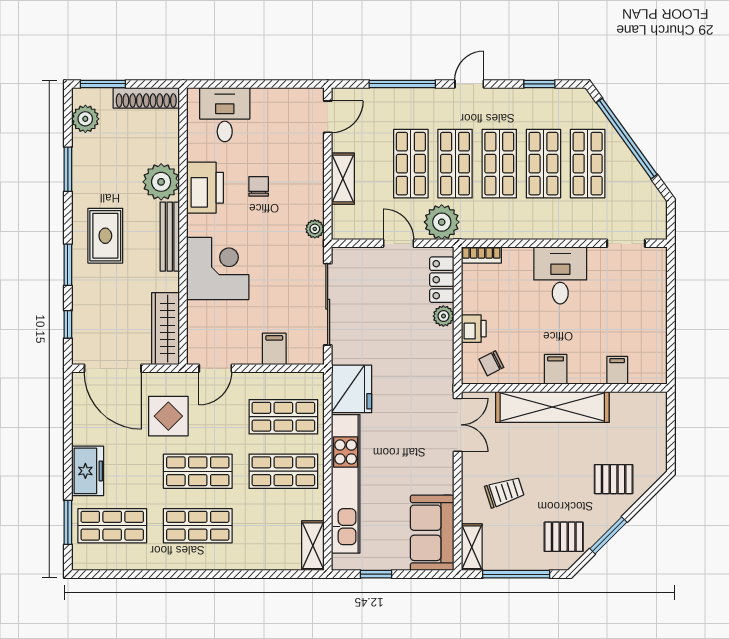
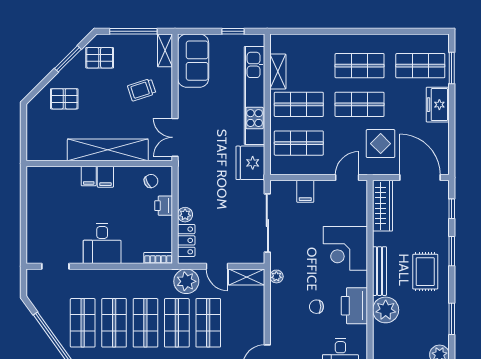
shelving: (343, 179) -> (247, 277), moved, turned 90
chair: (259, 186) -> (316, 307), turned 90
filing cabinet: (617, 370) -> (89, 176), moved
shelving: (313, 546) -> (278, 72), moved

